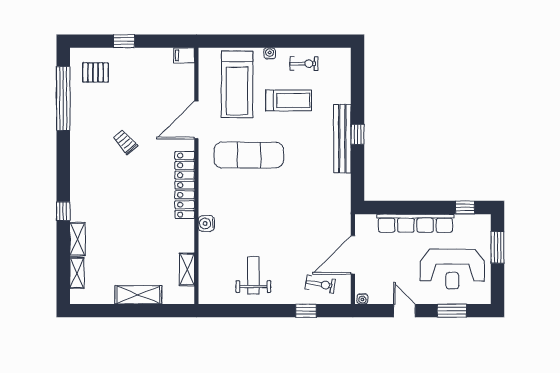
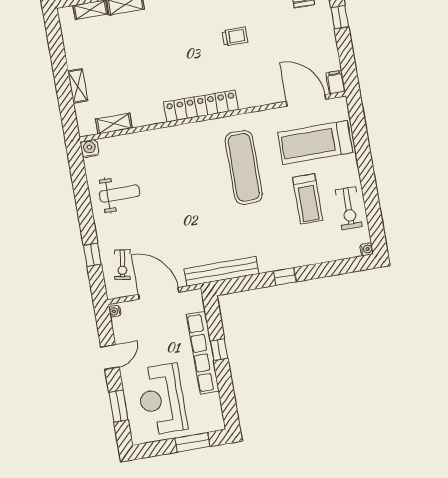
water cooler: (270, 53) -> (367, 249), moved
exercise bike: (304, 64) -> (349, 208), width x1.38, depth x1.39
door: (196, 120) -> (306, 100), moved
bench: (342, 139) -> (222, 271), moved
trolley: (125, 142) -> (235, 37), turned 41
window: (465, 208) -> (219, 350), moved
water cooler: (206, 223) -> (90, 148), moved
shelving: (138, 295) -> (78, 86), width x0.67, depth x0.75

